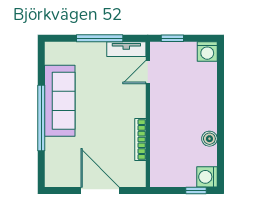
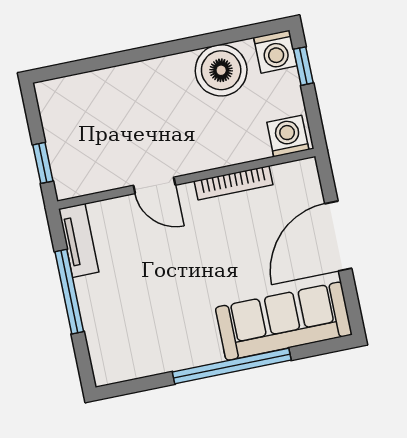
washing machine: (207, 52) -> (288, 136), moved, turned -90
door: (148, 72) -> (154, 185), moved
sofa: (60, 101) -> (284, 321), moved
boiler: (209, 139) -> (221, 70), width x1.86, depth x1.86

